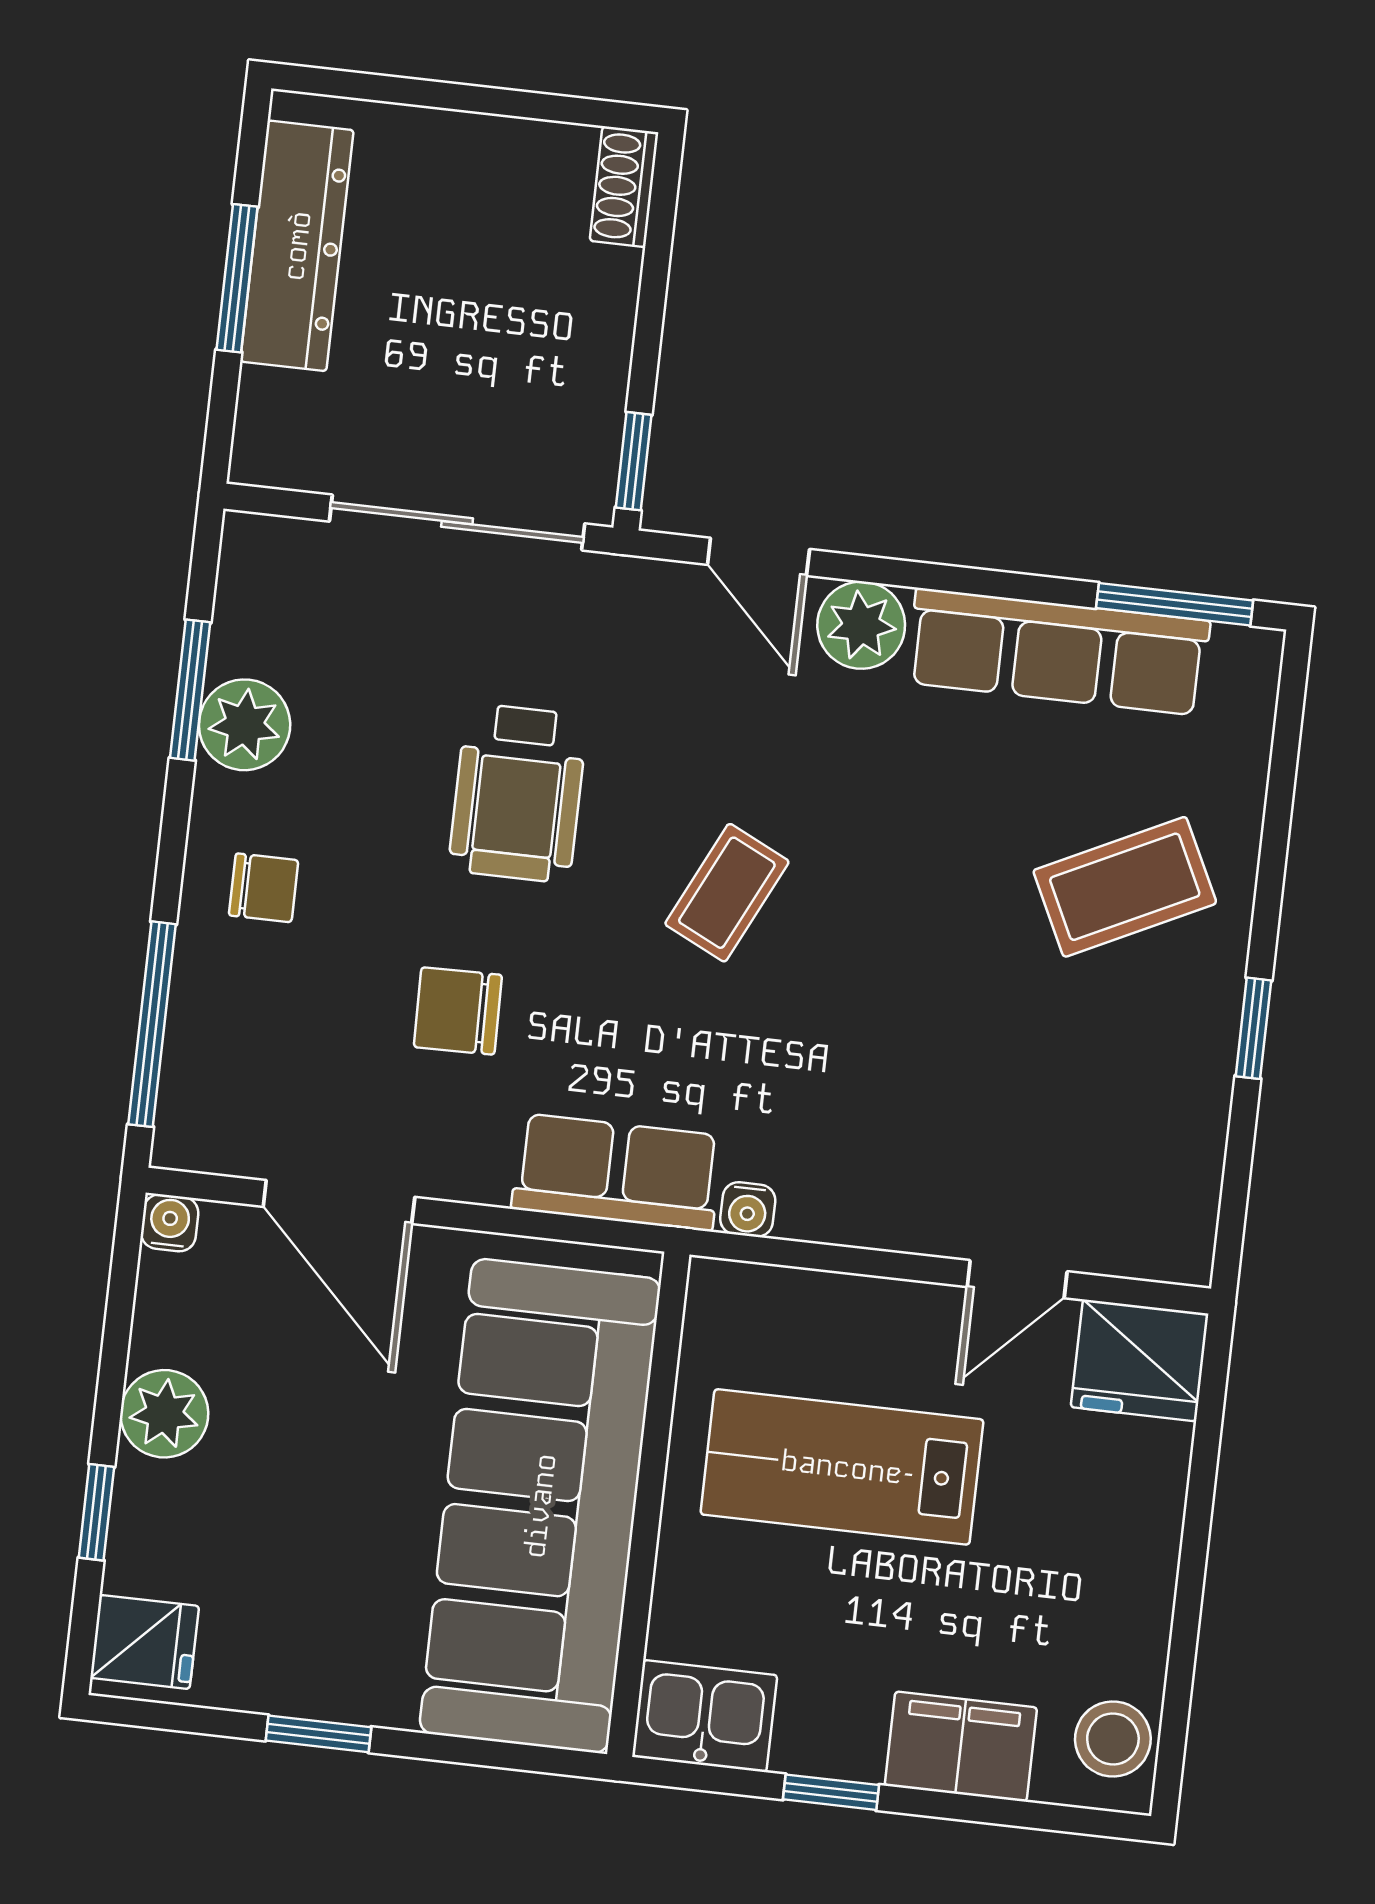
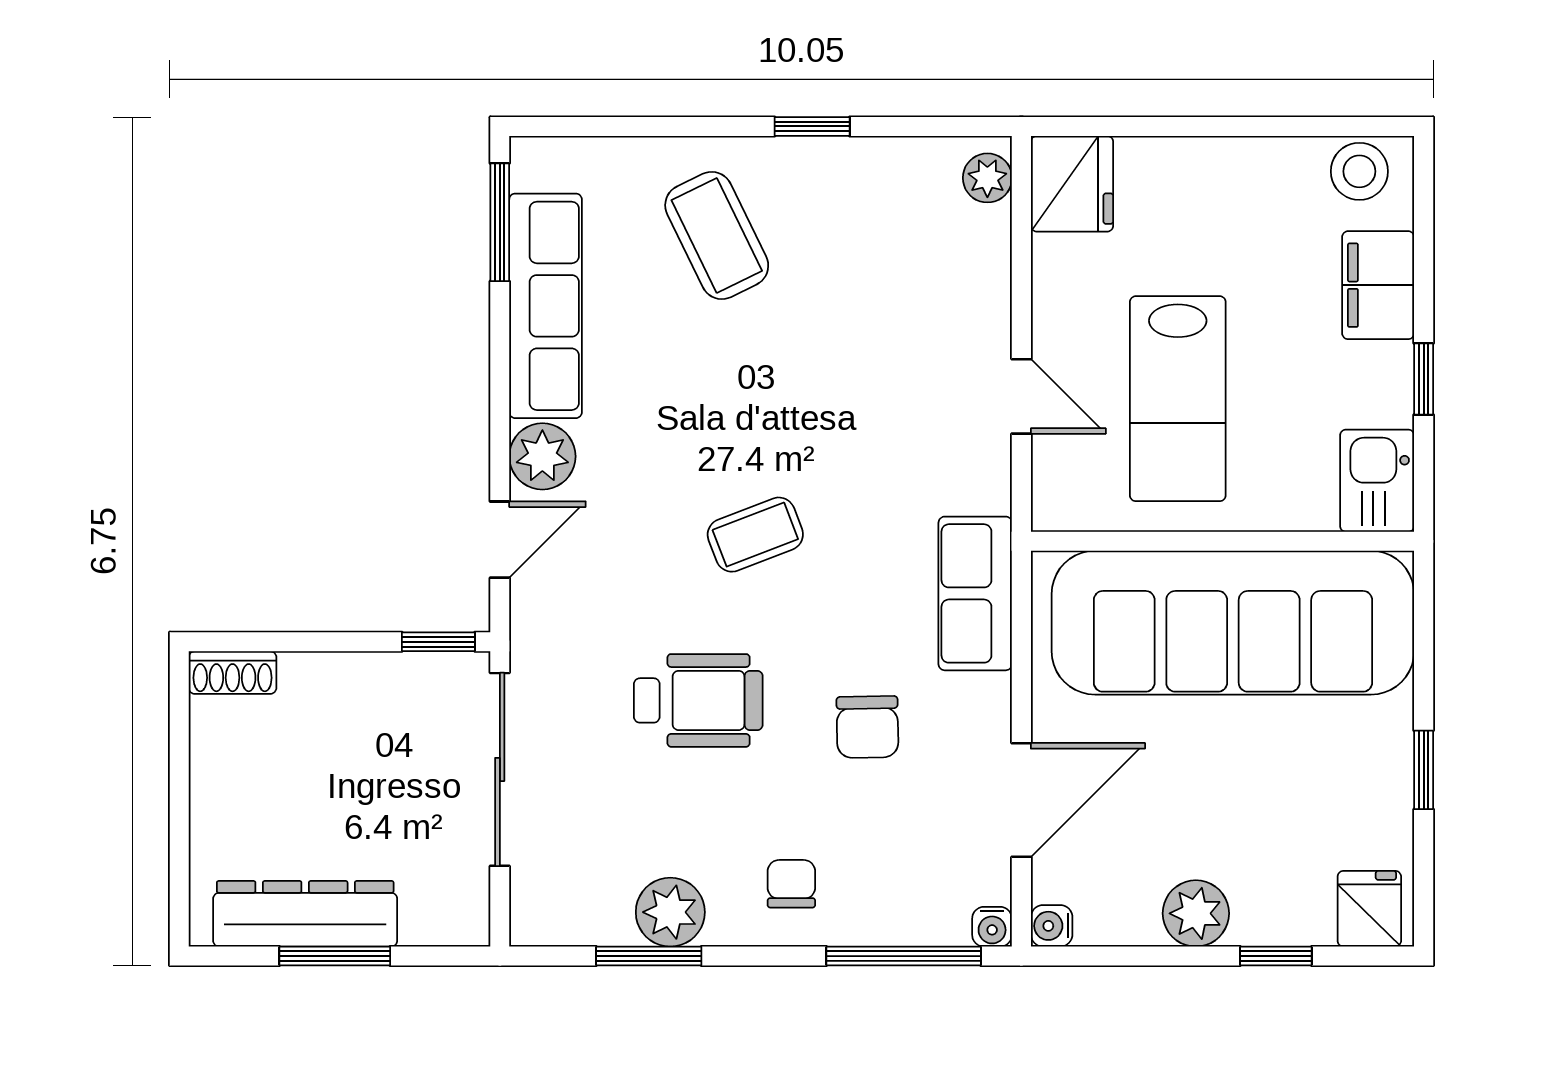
coffee table: (727, 893) -> (755, 535), turned -47
water cooler: (748, 1210) -> (992, 927), moved, turned 90
plant: (1160, 1250) -> (987, 178), added
door: (1017, 1279) -> (1021, 396), moved

